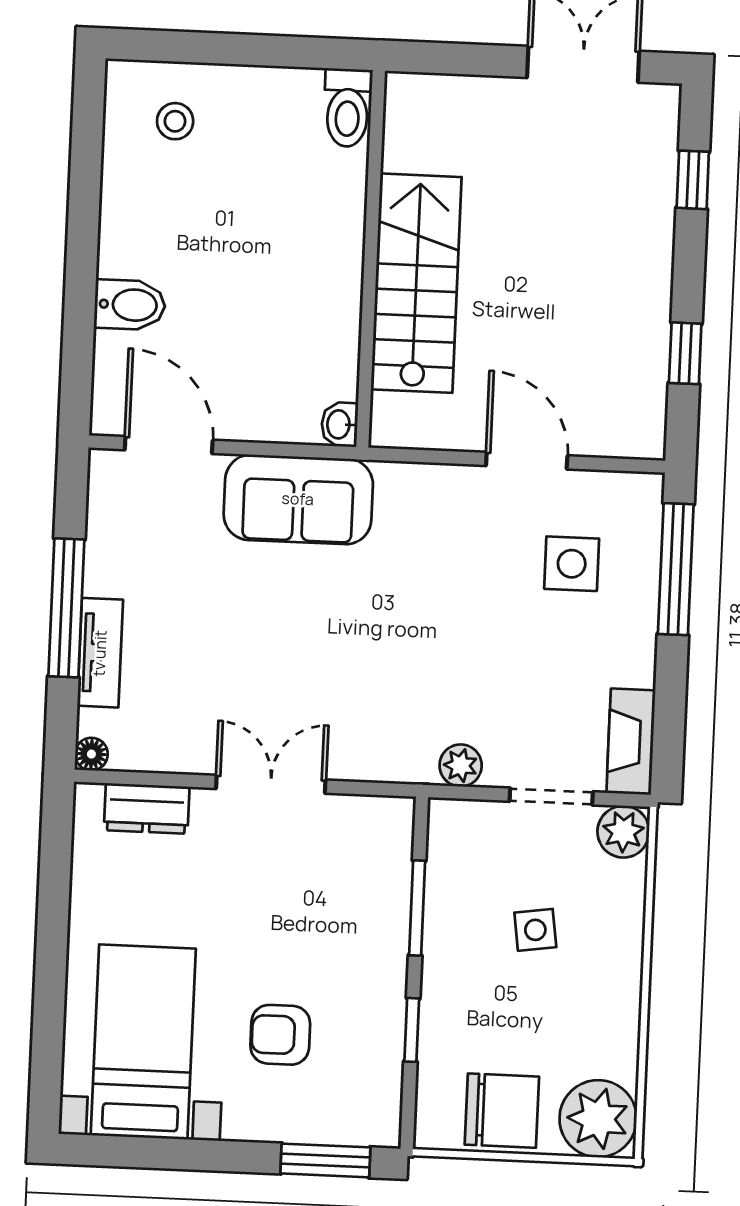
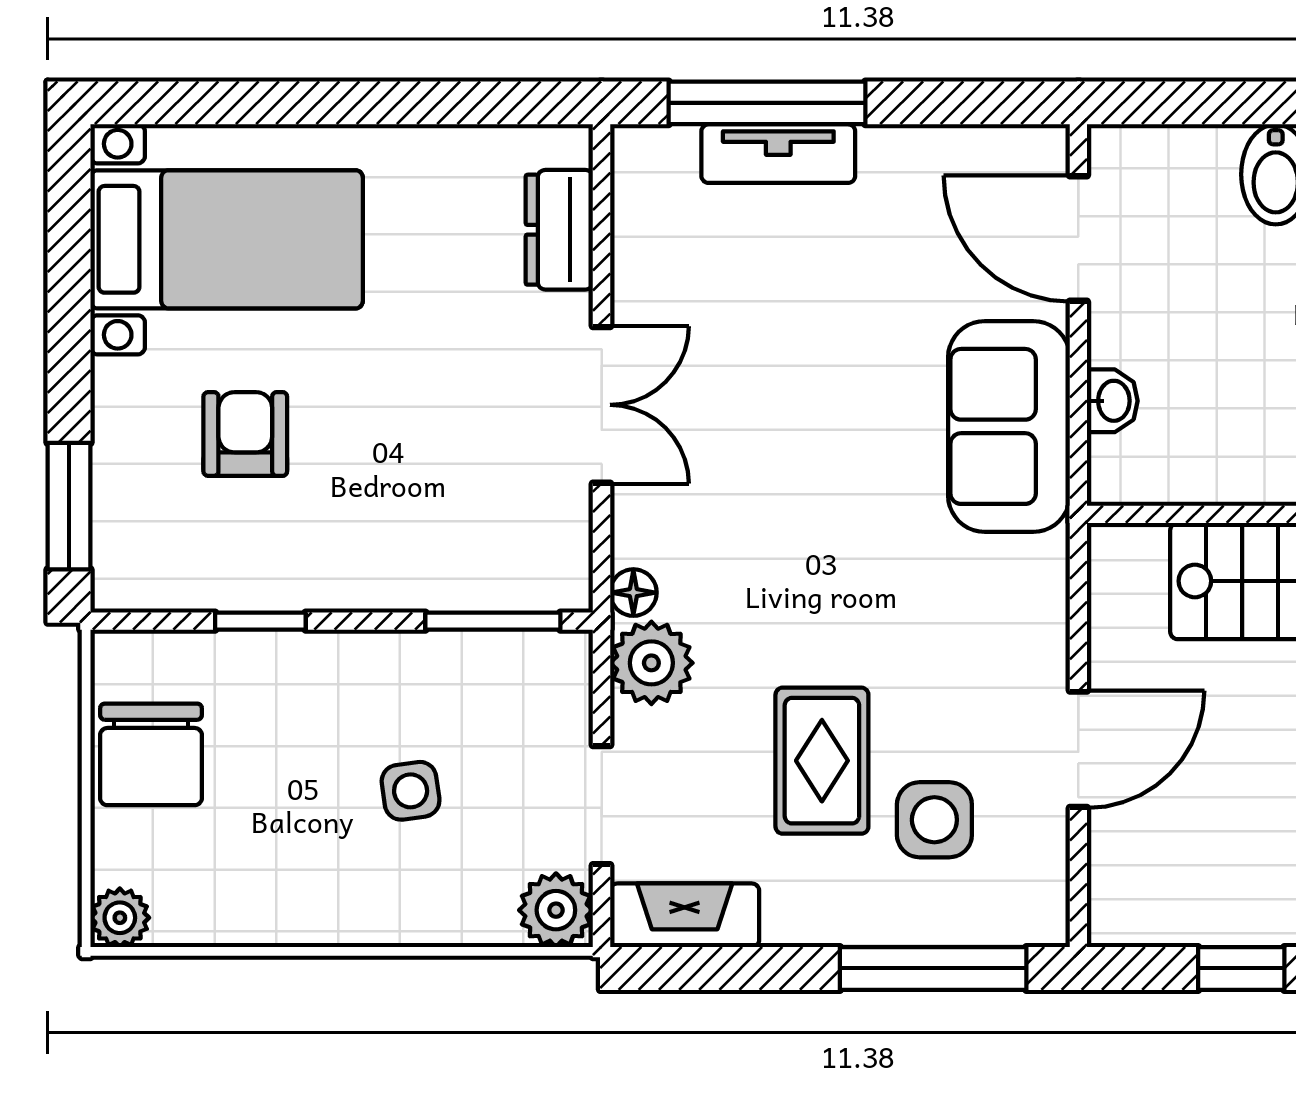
washbasin: (340, 424) -> (1112, 401), moved, turned 90
door: (169, 445) -> (1078, 238), swing flipped
window: (66, 608) -> (767, 103), moved
rug: (527, 641) -> (822, 761), added
floor lamp: (91, 754) -> (633, 593), moved
plant: (461, 765) -> (651, 663), width x1.38, depth x1.38
window: (417, 908) -> (493, 621), moved
plant: (598, 1119) -> (120, 918), width x0.53, depth x0.53

